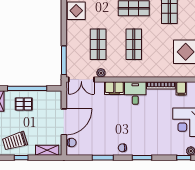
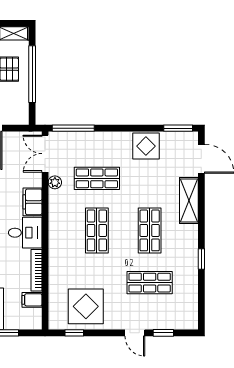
shop shelf: (134, 44) -> (97, 230), turned 90

